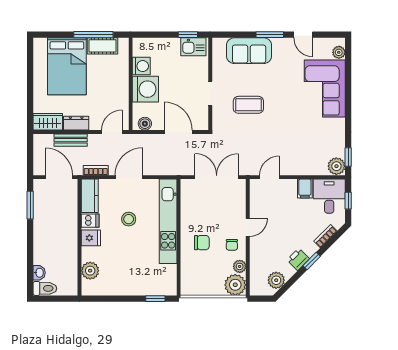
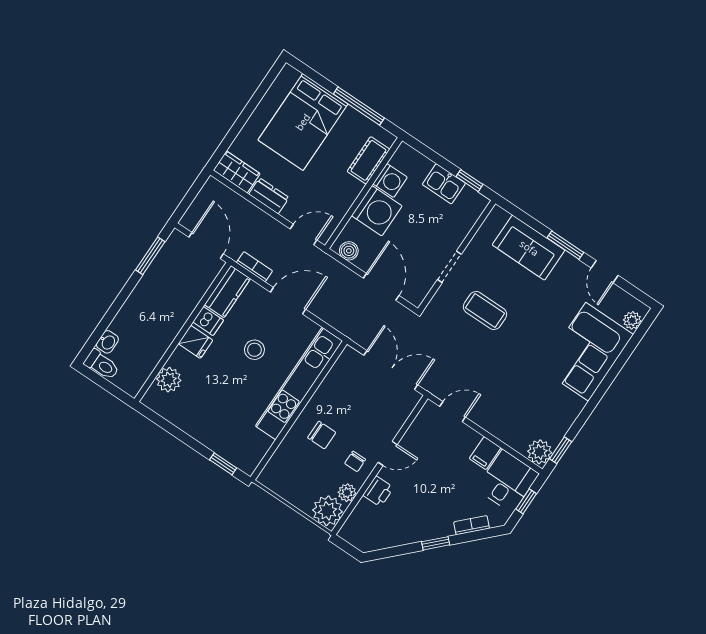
cot: (102, 46) -> (368, 160), moved, turned 90
kitchen sink: (193, 47) -> (444, 184), moved
bench: (71, 140) -> (249, 211), removed
printer: (298, 259) -> (378, 491), moved, turned 135
plant: (276, 280) -> (379, 538), removed

